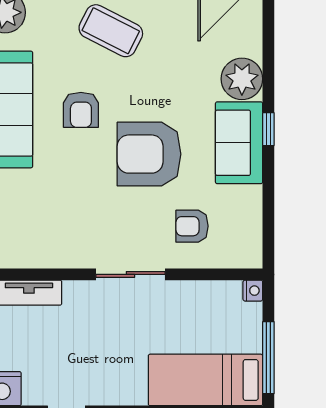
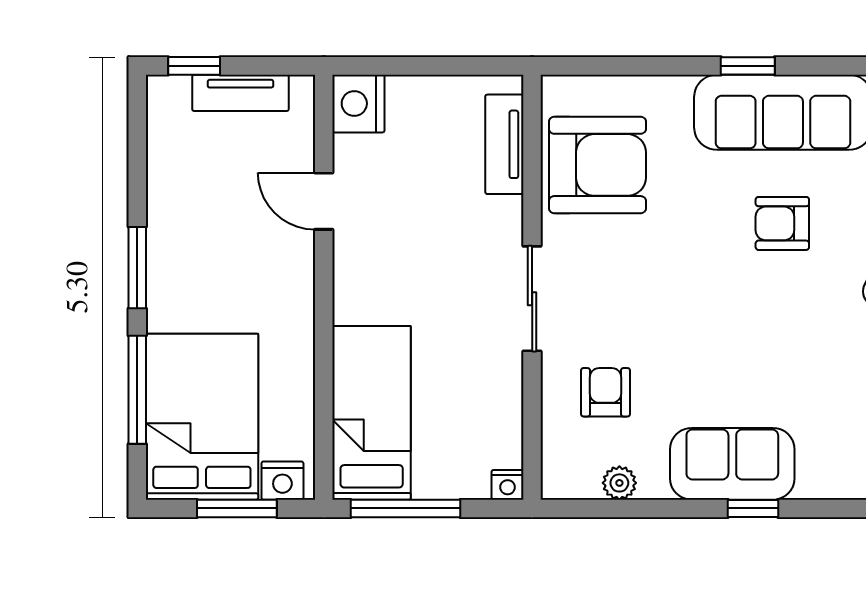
plant: (242, 79) -> (619, 483), moved, width x0.53, depth x0.53
armchair: (149, 154) -> (597, 165), moved, turned 90

